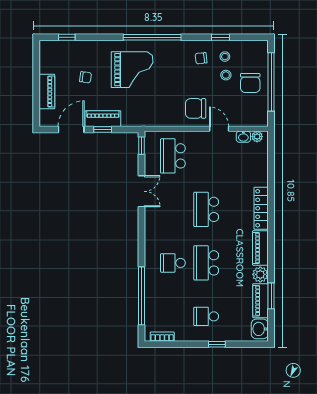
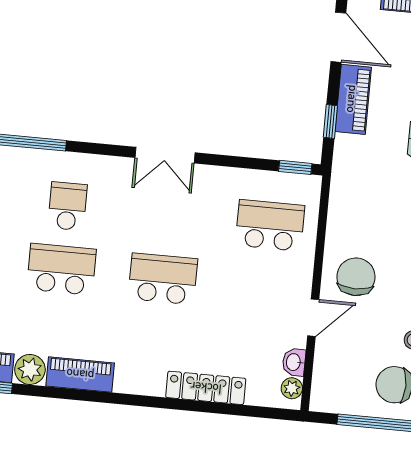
window: (103, 130) -> (330, 122), moved
double door: (141, 191) -> (165, 155), moved
locker: (261, 208) -> (206, 388), moved

